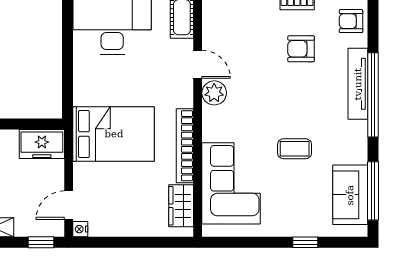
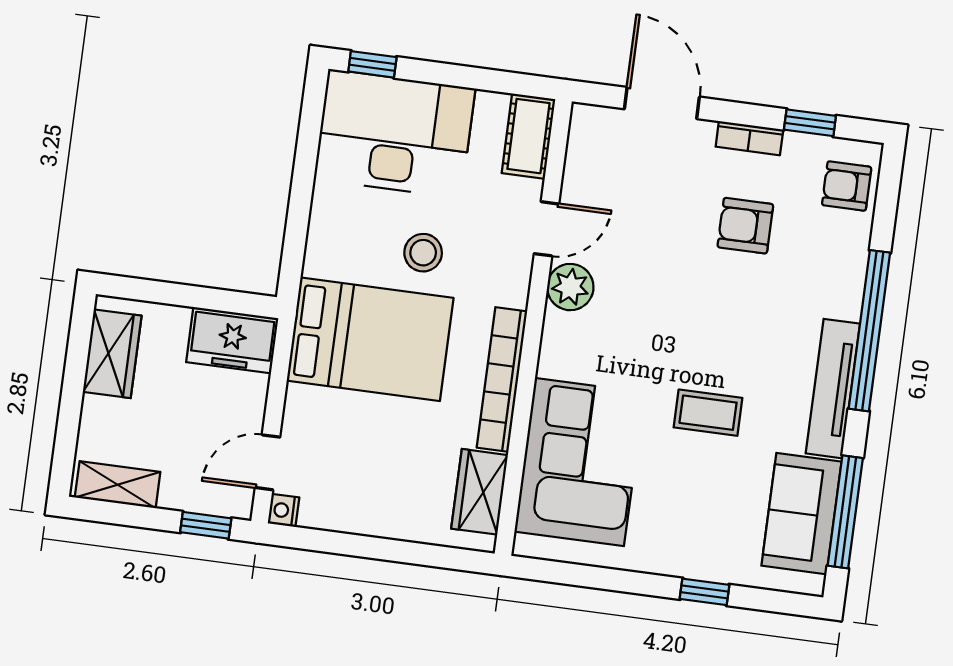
door: (198, 64) -> (546, 229), hinge flipped
tv unit: (358, 84) -> (833, 389), moved
stool: (135, 85) -> (423, 253), added

